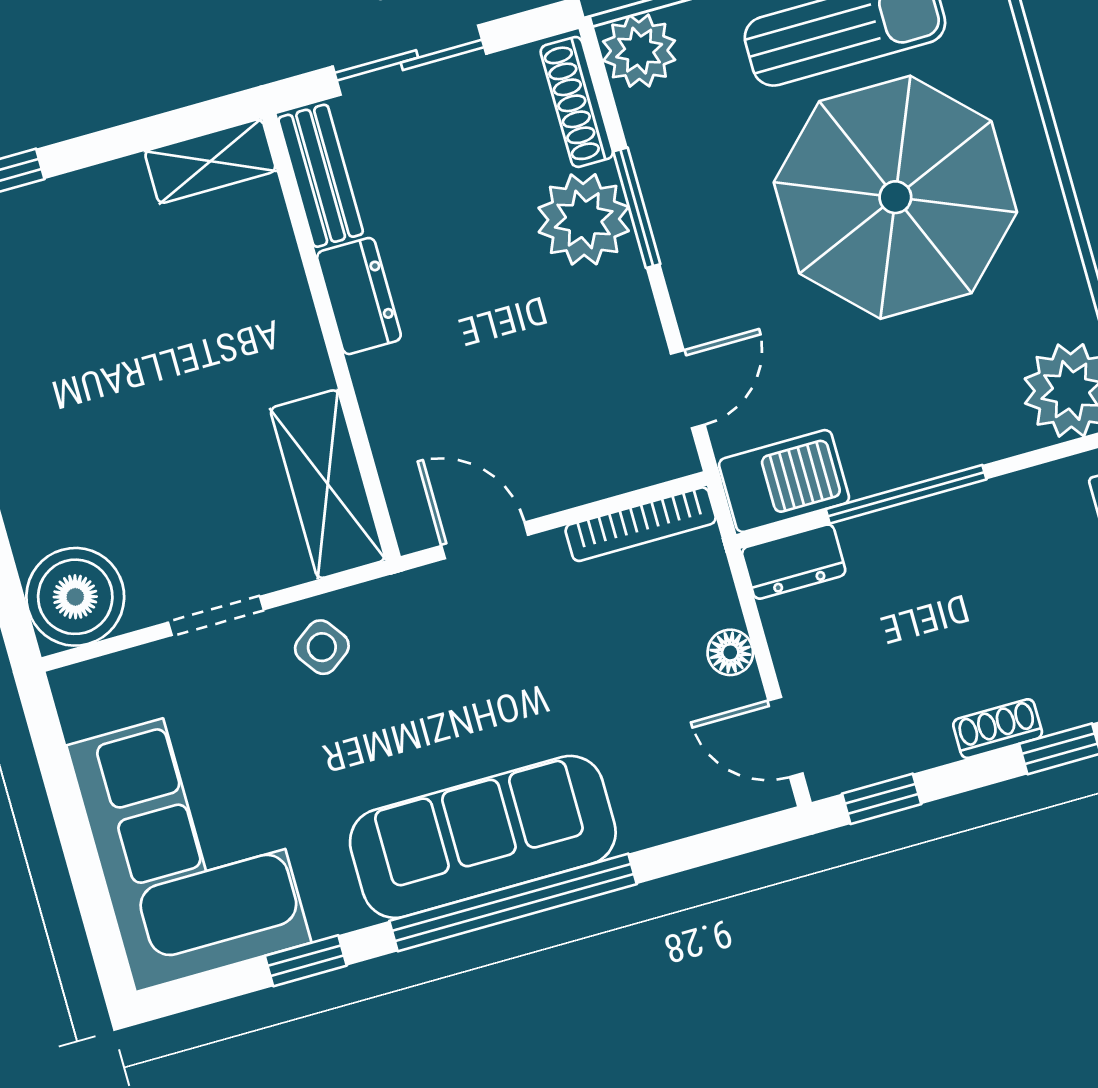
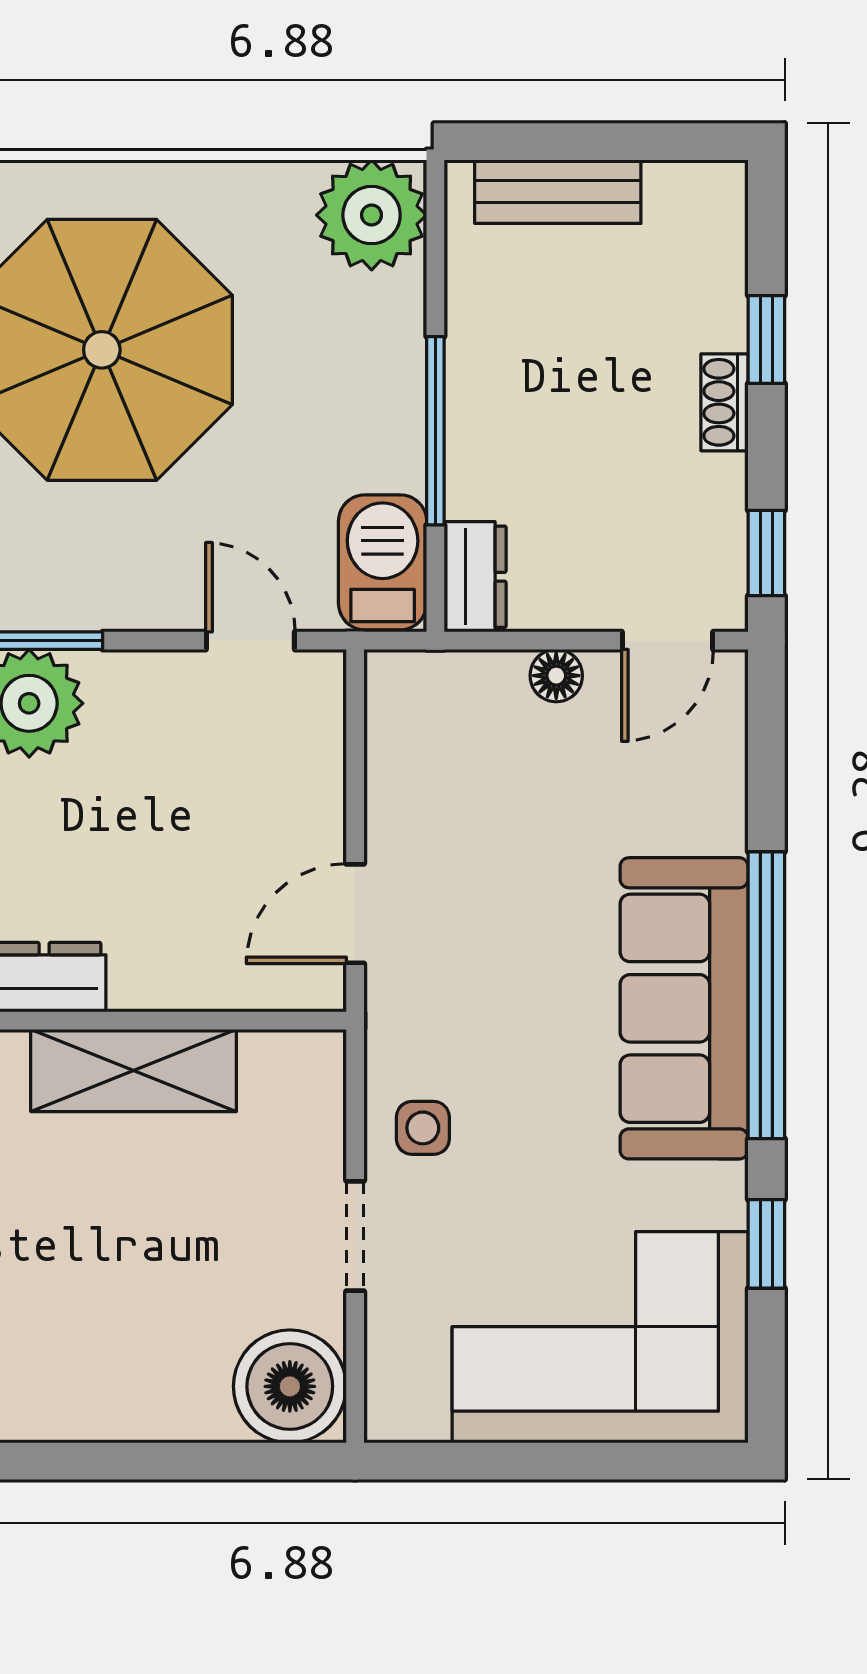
shelving: (328, 484) -> (134, 1070), moved
bookcase: (641, 524) -> (386, 735), removed
side table: (322, 647) -> (423, 1128), turned 36

